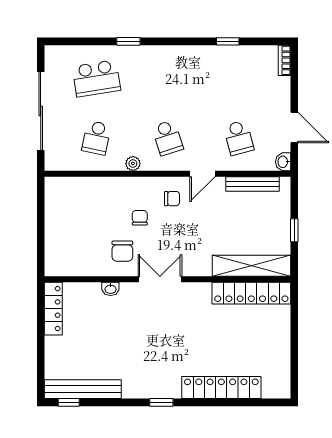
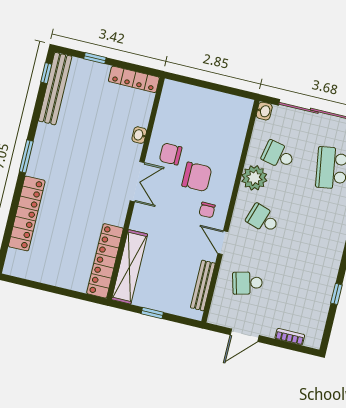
bookcase: (284, 60) -> (290, 337), moved
school desk: (168, 138) -> (263, 219), turned 36
washbasin: (283, 162) -> (264, 111), moved, turned 90
plant: (133, 164) -> (254, 178), width x1.88, depth x1.88
chair: (140, 218) -> (197, 177), width x1.87, depth x1.87
window: (41, 355) -> (95, 58), added
window: (161, 402) -> (26, 156), width x1.50

